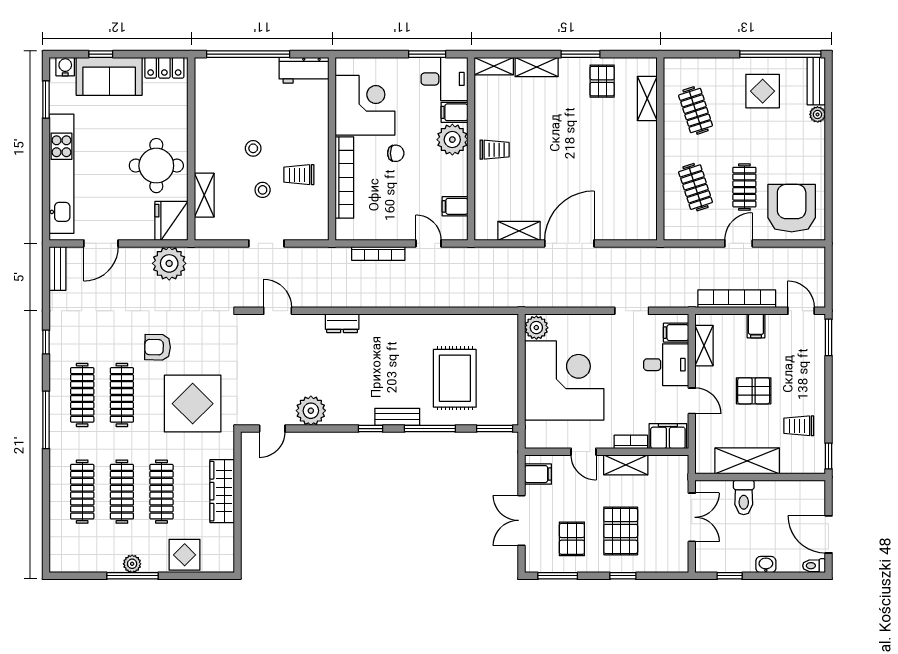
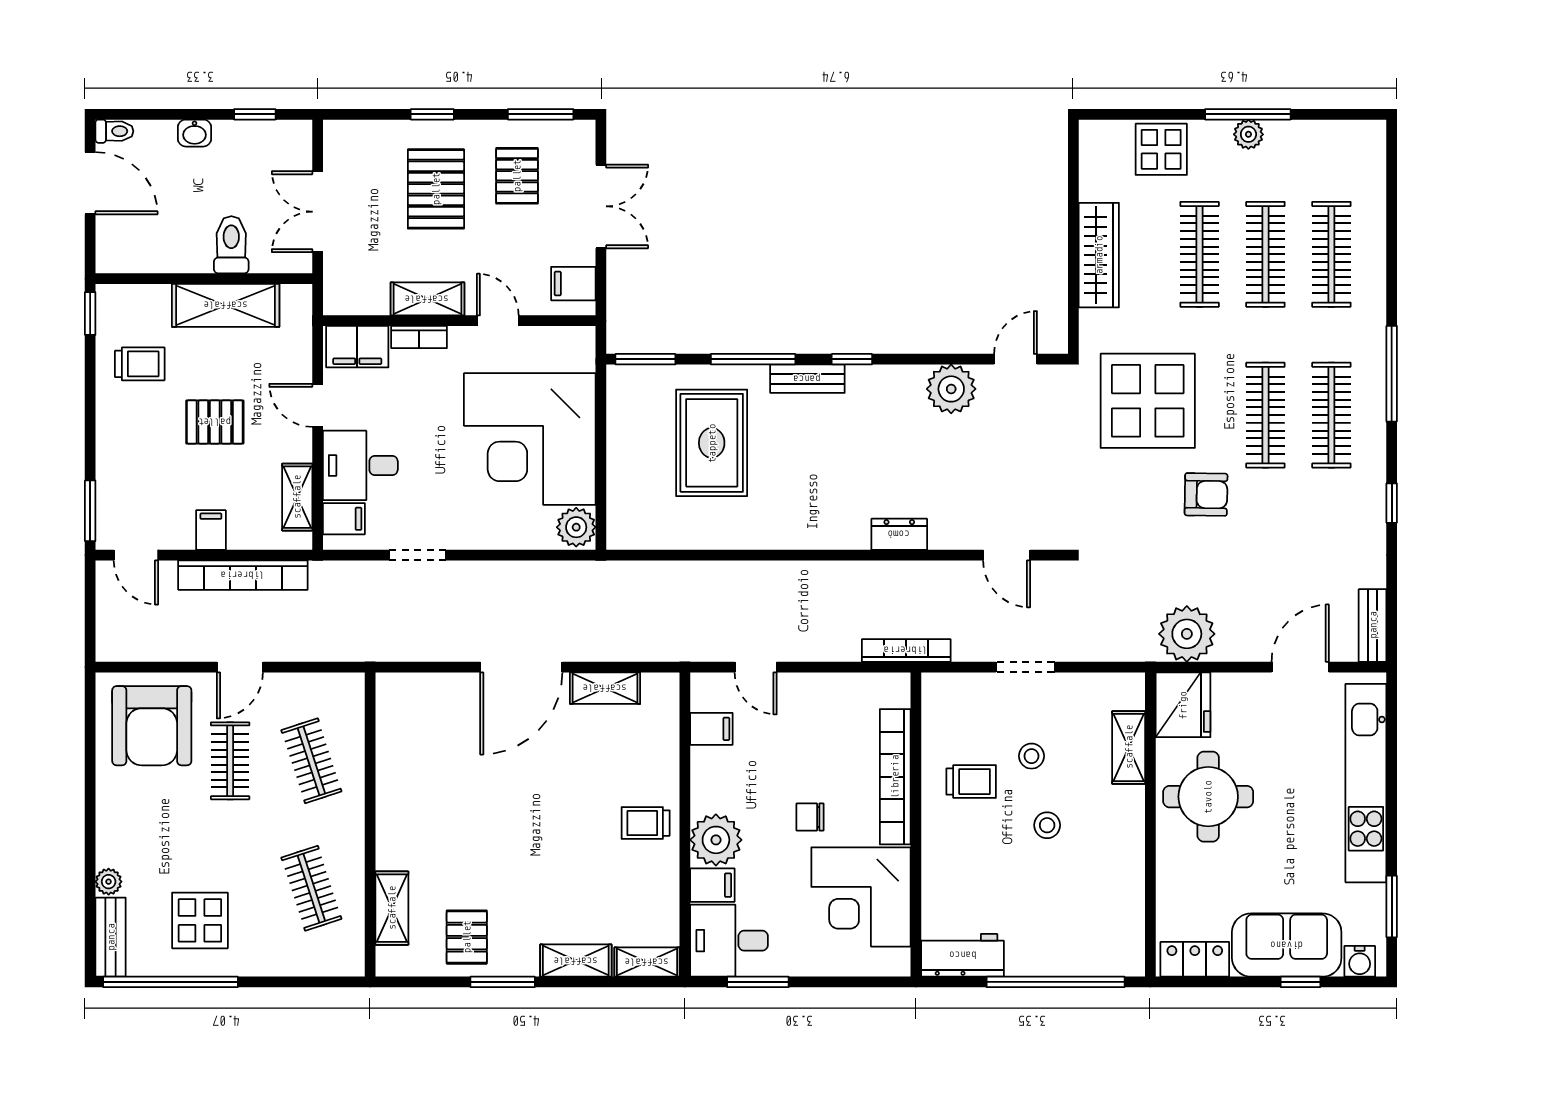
bookcase: (378, 253) -> (906, 650), moved

